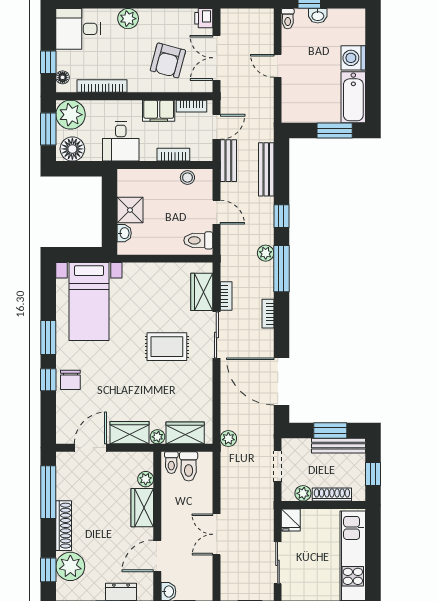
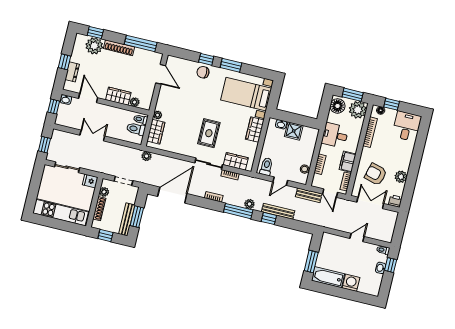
plant: (128, 19) -> (401, 177), moved
bench: (266, 169) -> (278, 211), moved
wardrobe: (129, 433) -> (255, 130), moved, turned 180

